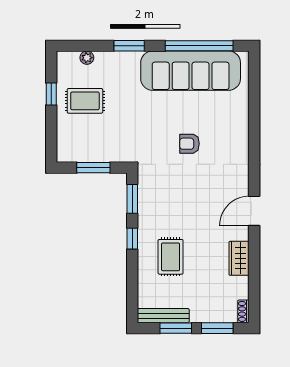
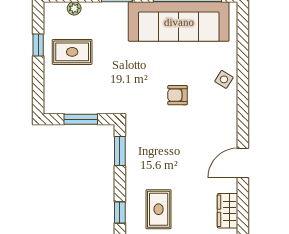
side table: (235, 128) -> (224, 79), added
window: (132, 239) -> (120, 213), moved

